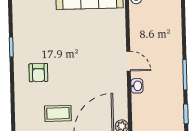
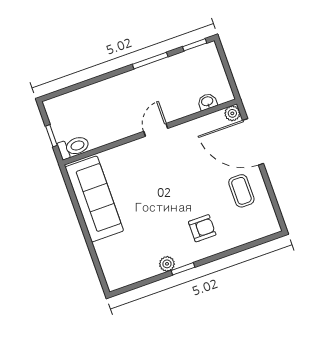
plant: (19, 36) -> (167, 264), added
washbasin: (137, 86) -> (207, 102), moved

